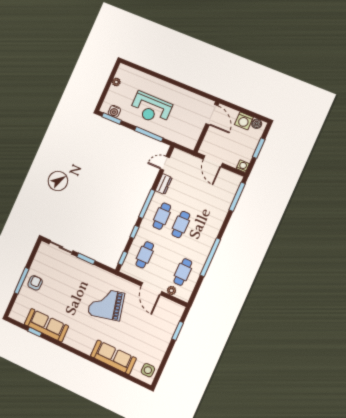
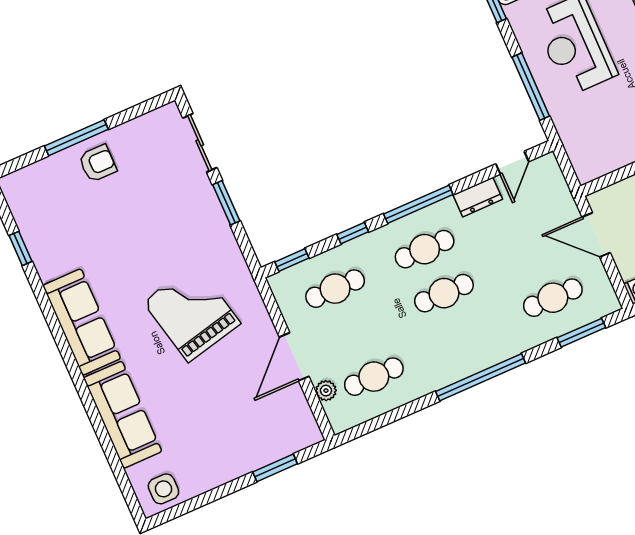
door: (213, 161) -> (596, 235), hinge flipped
door: (165, 163) -> (512, 163), swing flipped
cafe table: (217, 194) -> (553, 298), added
window: (237, 197) -> (581, 333), width x0.69
window: (210, 257) -> (481, 377), moved
sofa: (46, 325) -> (82, 322), moved

